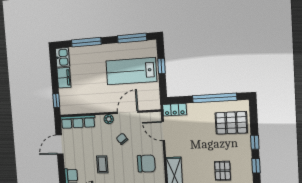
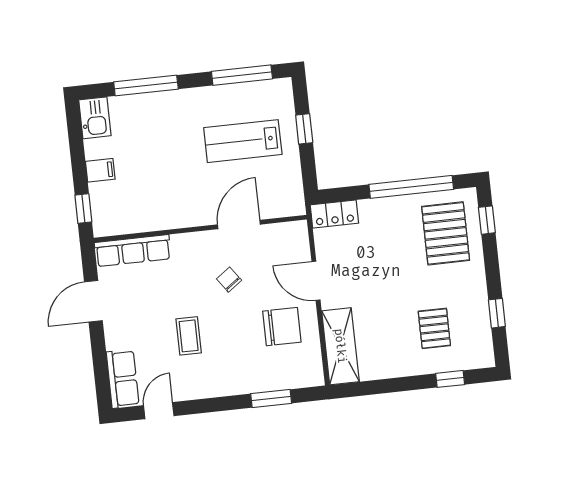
lab bench: (131, 71) -> (243, 141), width x0.73, depth x0.72
filing cabinet: (64, 78) -> (100, 170), width x0.50
plant: (109, 119) -> (199, 241), removed
pallet: (231, 123) -> (446, 233), turned 90
door: (163, 131) -> (316, 281), moved
window: (255, 142) -> (487, 220), moved

